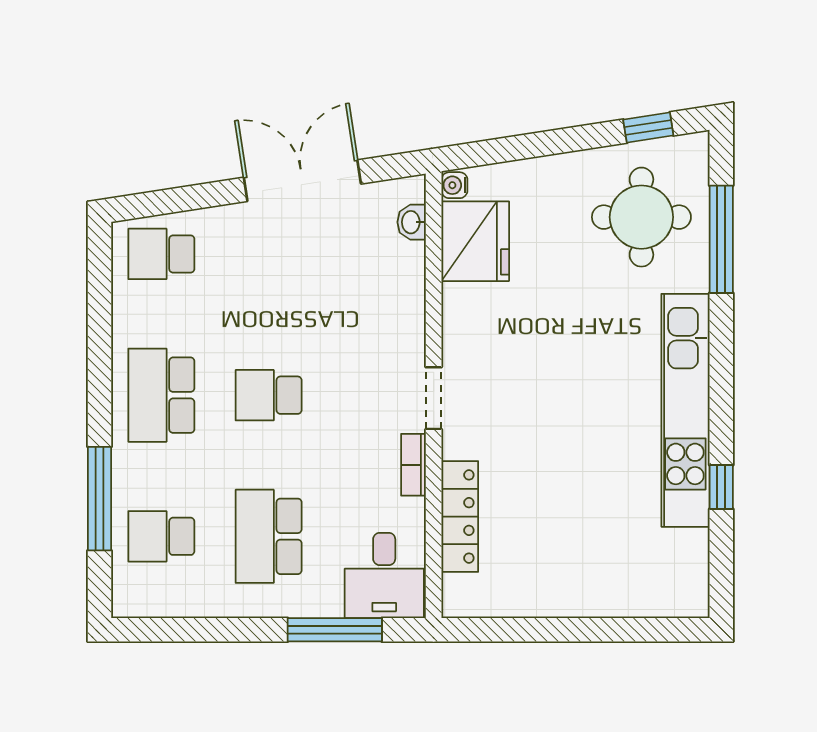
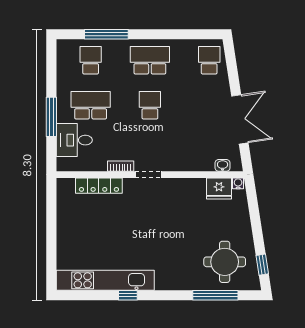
fridge: (475, 241) -> (219, 188), width x0.73, depth x0.75
kitchen unit: (685, 410) -> (105, 280), moved
window: (721, 487) -> (128, 295), moved
desk: (384, 575) -> (74, 140), moved
window: (335, 630) -> (51, 117), moved

